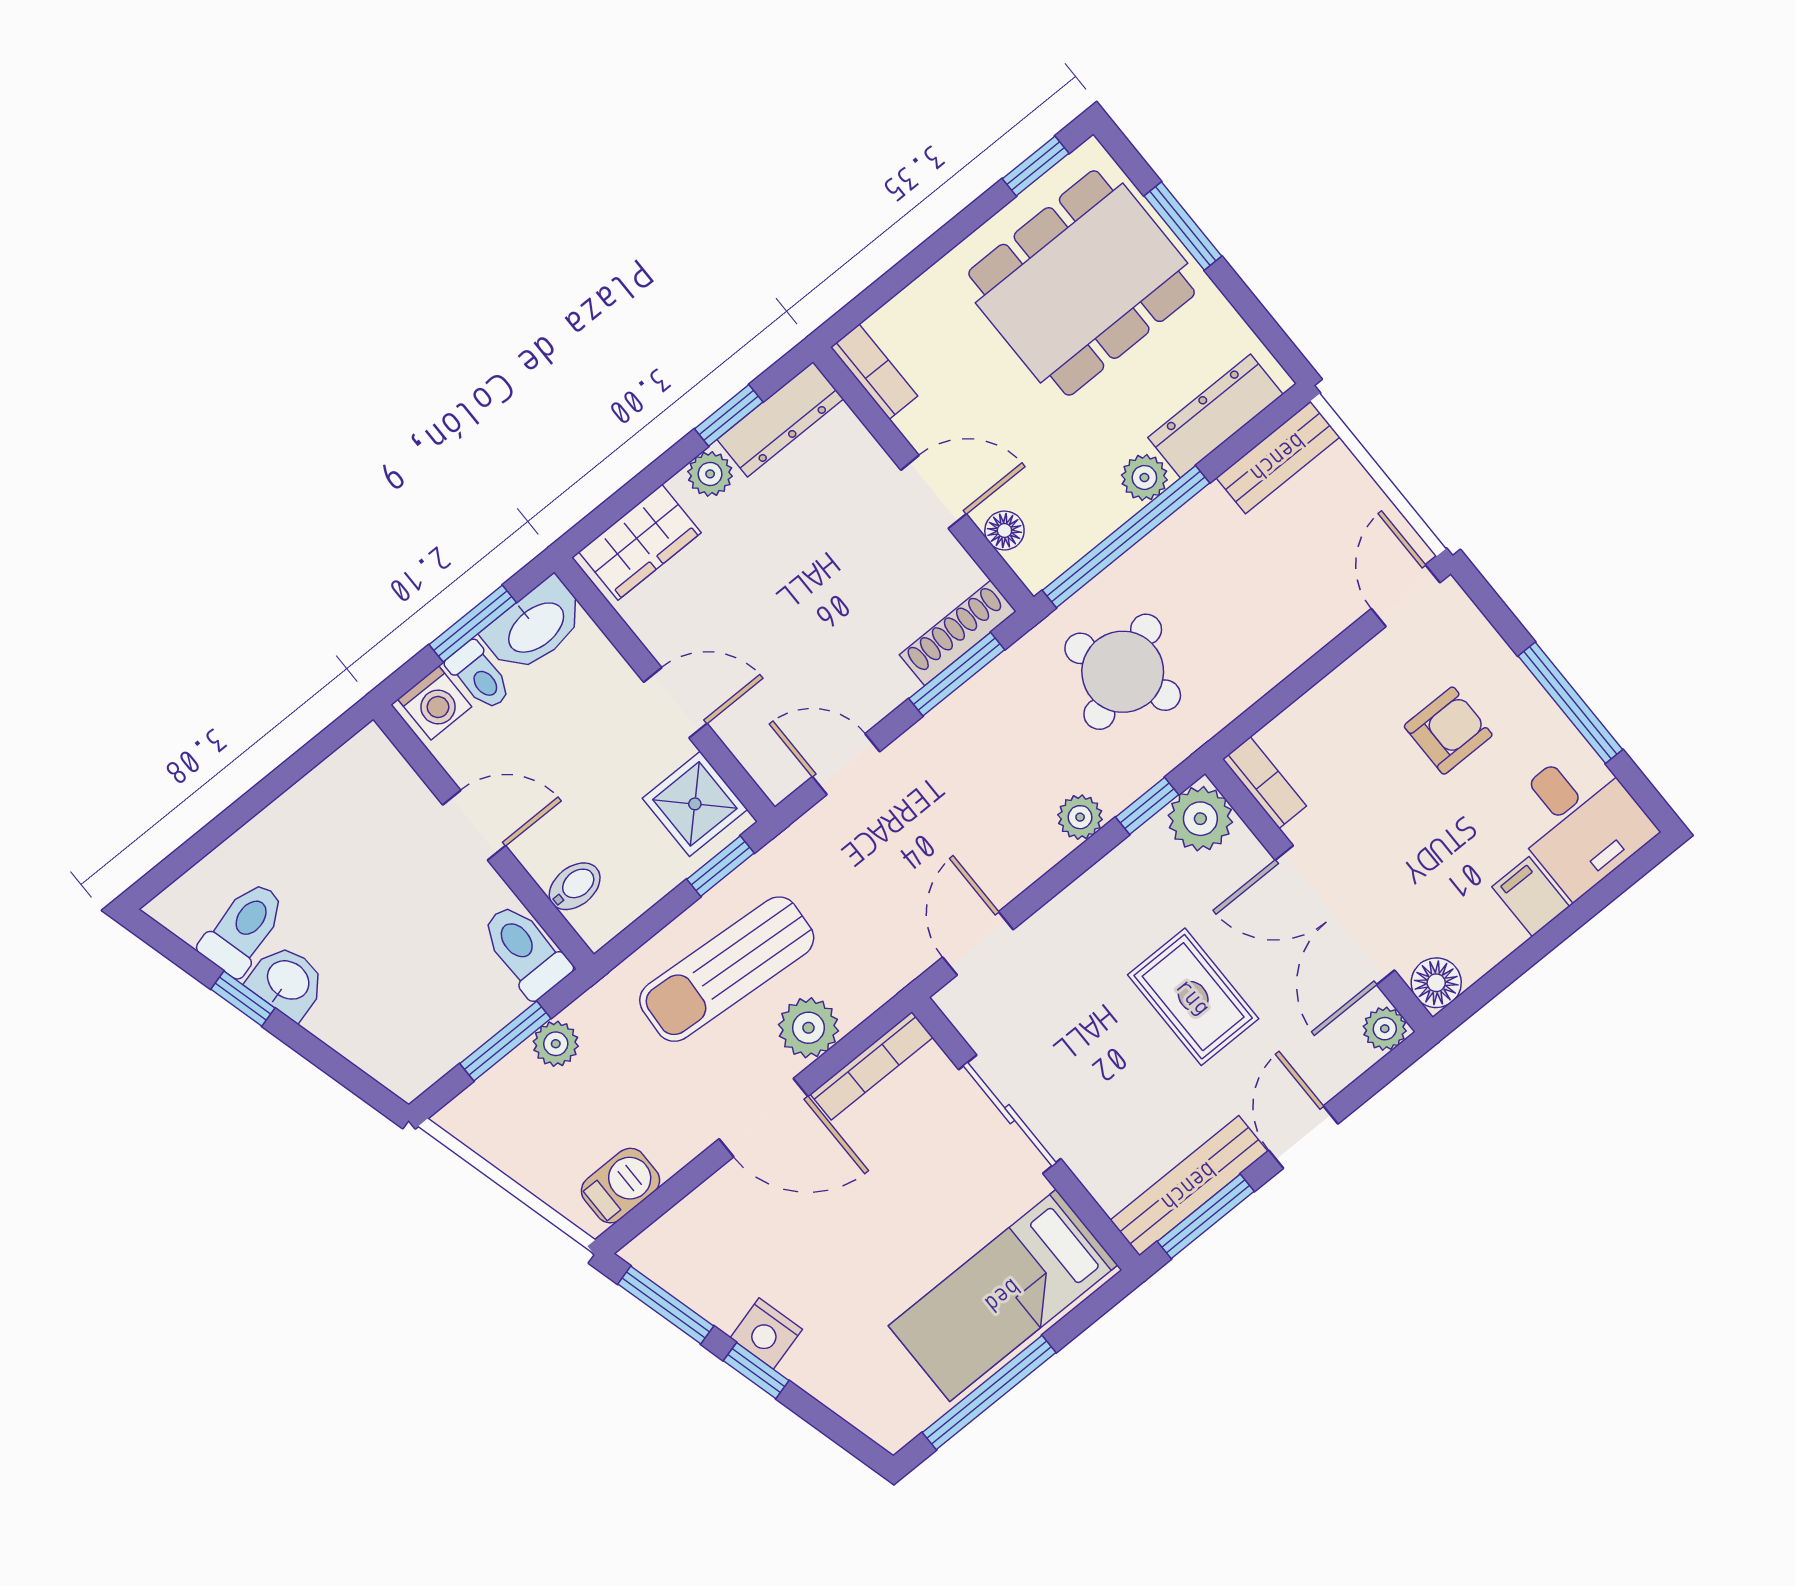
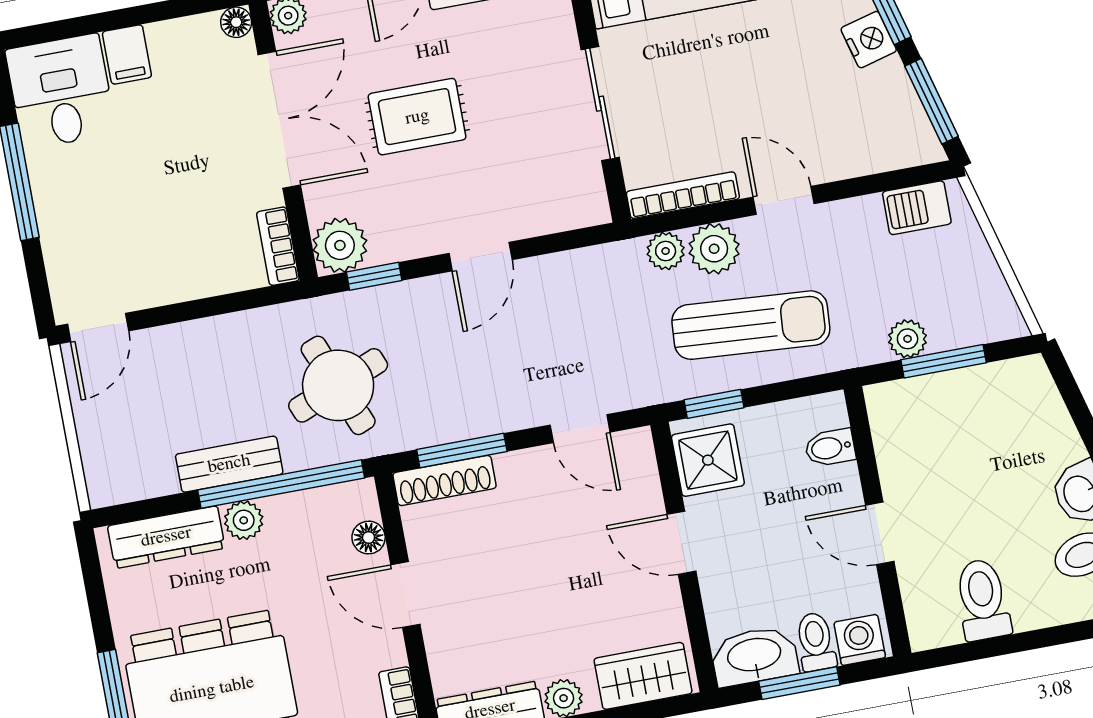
bench: (1278, 457) -> (229, 464), moved
armchair: (1448, 731) -> (121, 211), removed
plant: (1080, 817) -> (666, 251), moved
door: (978, 943) -> (481, 257), moved
toilet: (525, 950) -> (983, 600), moved, turned 180
floor lamp: (1436, 983) -> (236, 22), width x0.73, depth x0.73
rug: (1193, 997) -> (417, 117), turned 90
door: (763, 1118) -> (784, 200), width x0.73

